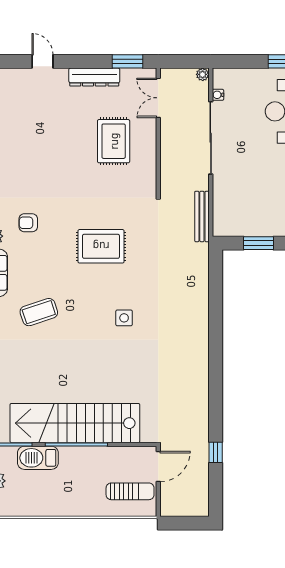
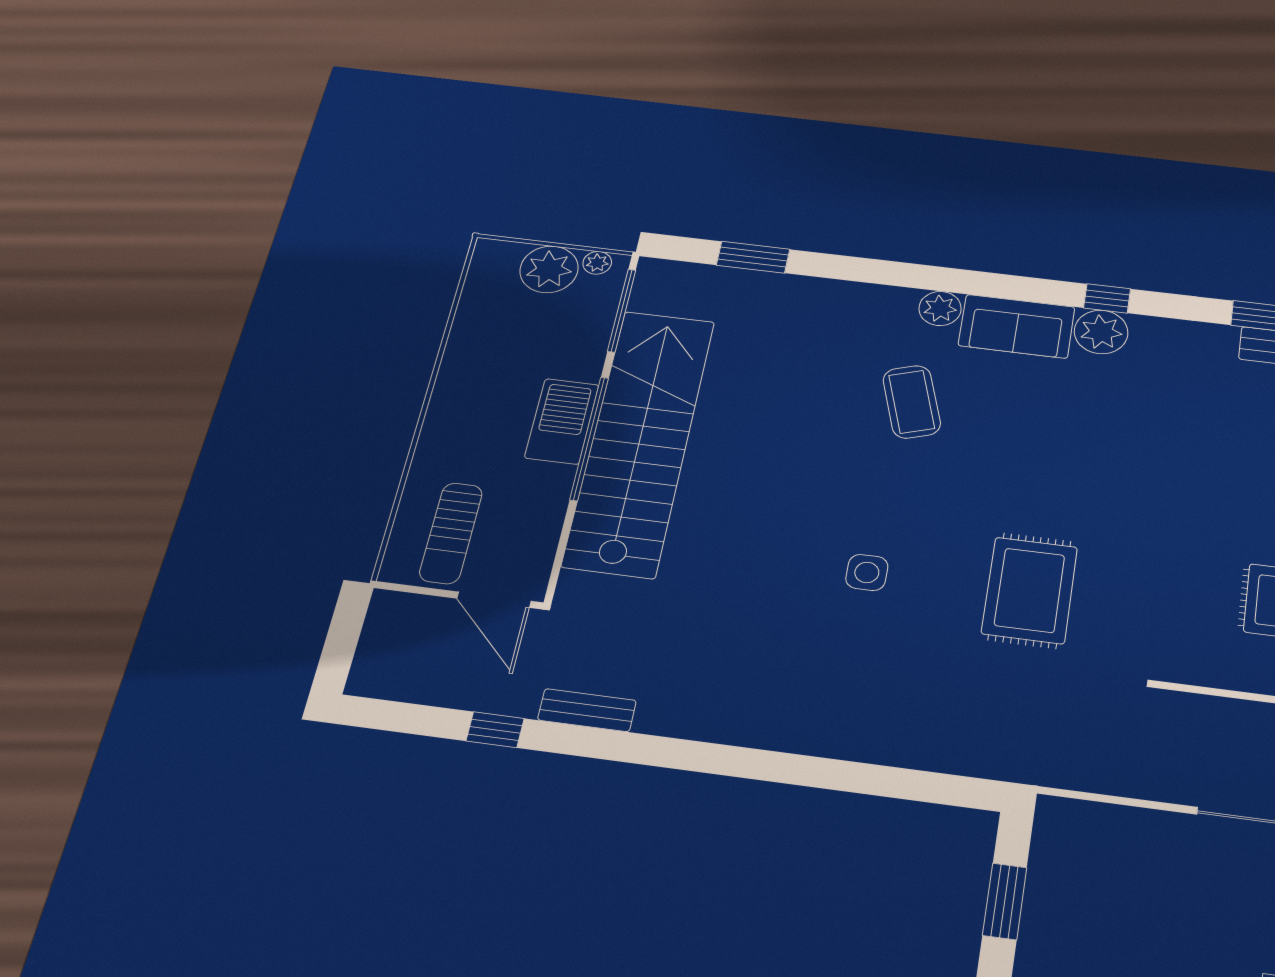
bench: (202, 216) -> (587, 710), moved, width x0.73
armchair: (28, 223) -> (1123, 406), removed
rug: (101, 246) -> (1030, 590), moved
barbecue: (38, 458) -> (562, 421), moved

